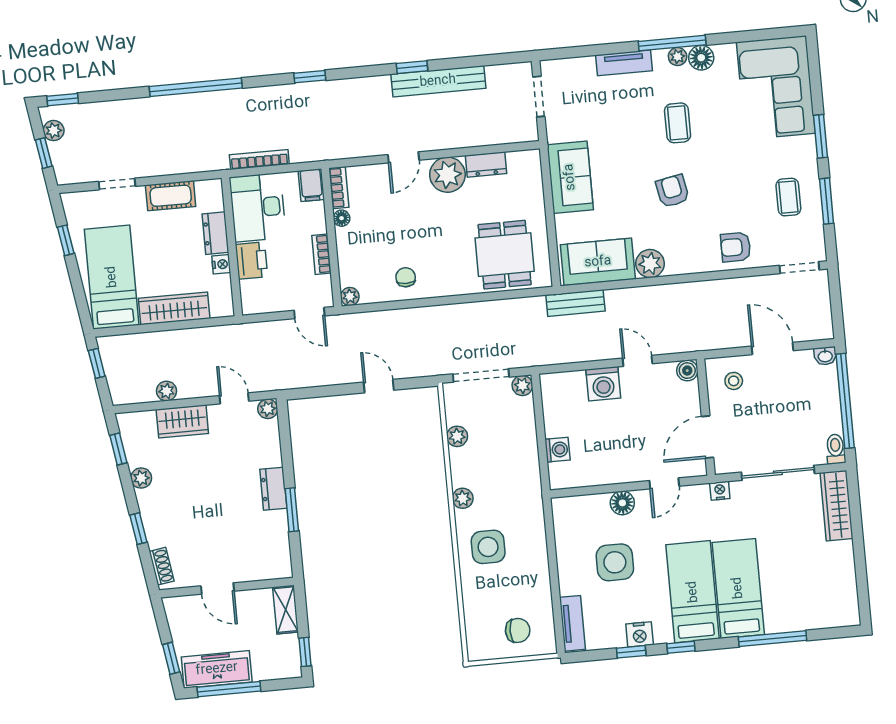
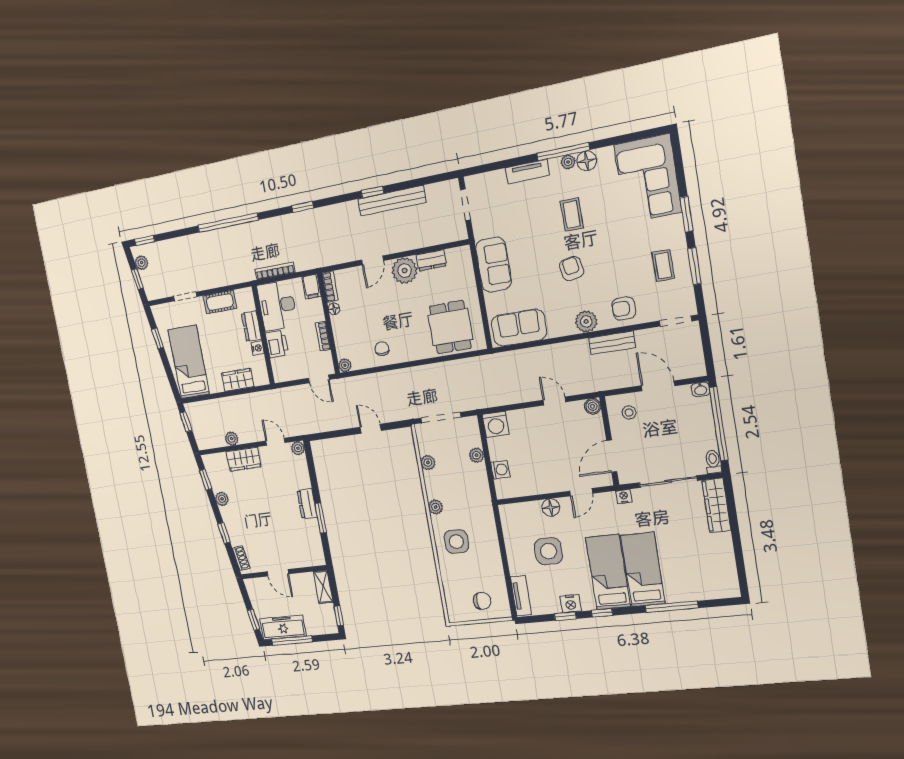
plant: (650, 264) -> (586, 321), moved
bench: (575, 303) -> (612, 343), moved
wardrobe: (174, 308) -> (238, 380), width x0.67
washing machine: (603, 384) -> (496, 424), moved
plant: (522, 386) -> (477, 455), moved

